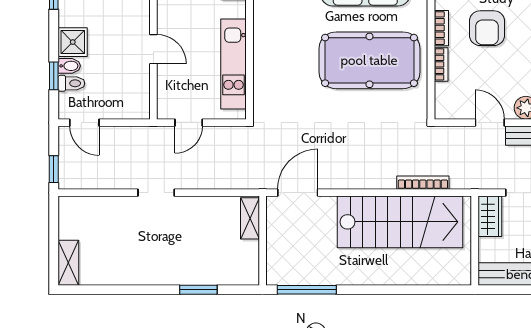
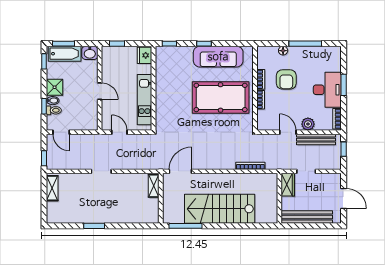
door: (189, 123) -> (119, 132), swing flipped
stairs: (400, 222) -> (220, 209), moved, turned 180
shelving: (68, 263) -> (52, 188), moved
window: (198, 290) -> (94, 226), moved

